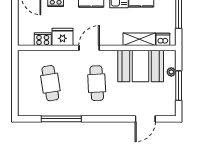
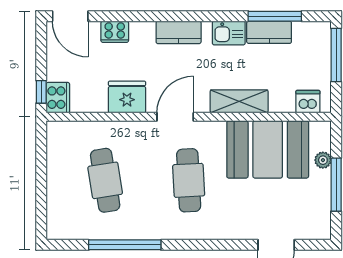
window: (15, 34) -> (41, 92), added
cooker: (43, 39) -> (58, 98), moved, turned 90
shelving: (139, 39) -> (239, 101), moved

